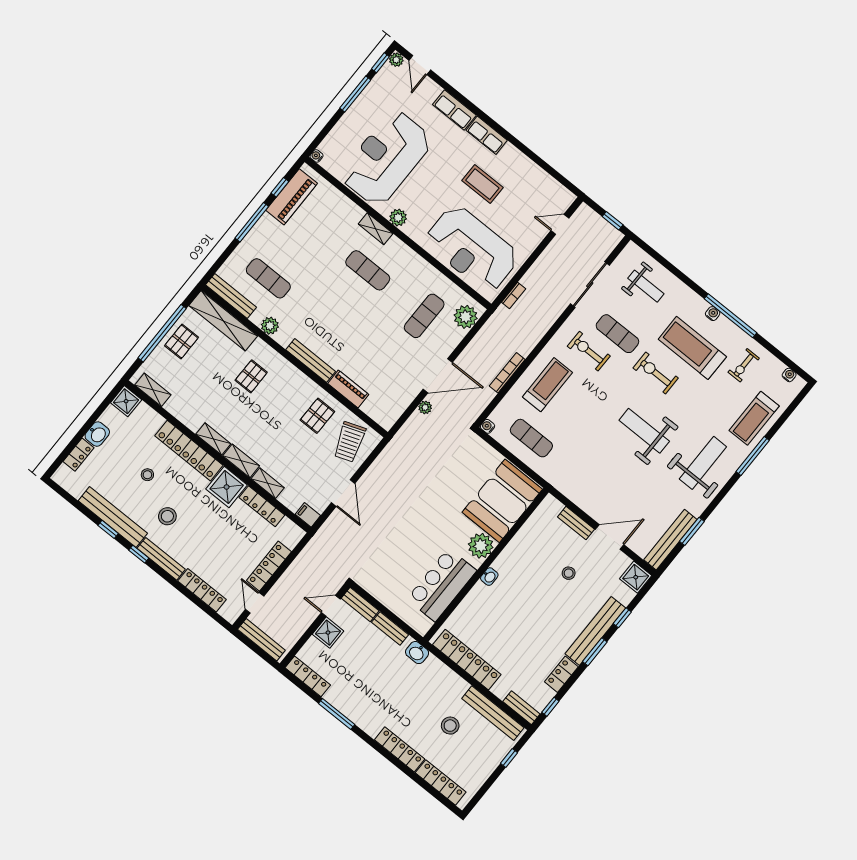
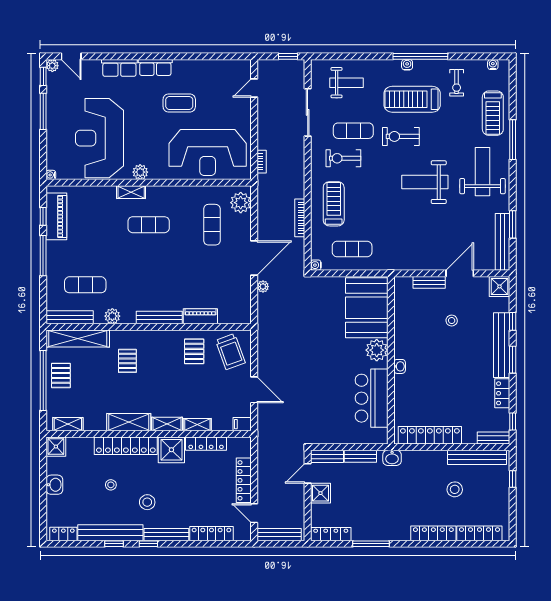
shelving: (213, 439) -> (129, 422), width x1.50, depth x1.33
locker: (78, 455) -> (63, 534), moved, turned -90

